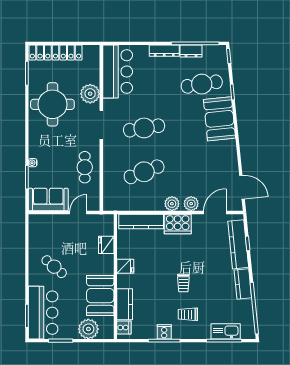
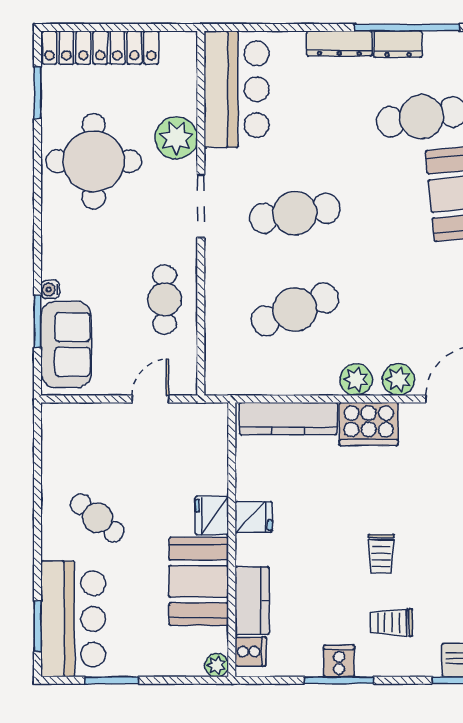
sofa: (48, 200) -> (66, 344), moved, turned 90
fridge: (106, 245) -> (212, 516), moved
plant: (88, 329) -> (217, 665), moved, width x0.53, depth x0.53

